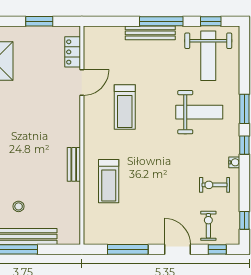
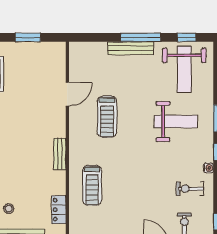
locker: (73, 52) -> (59, 210), moved
bench: (74, 164) -> (60, 154), moved

